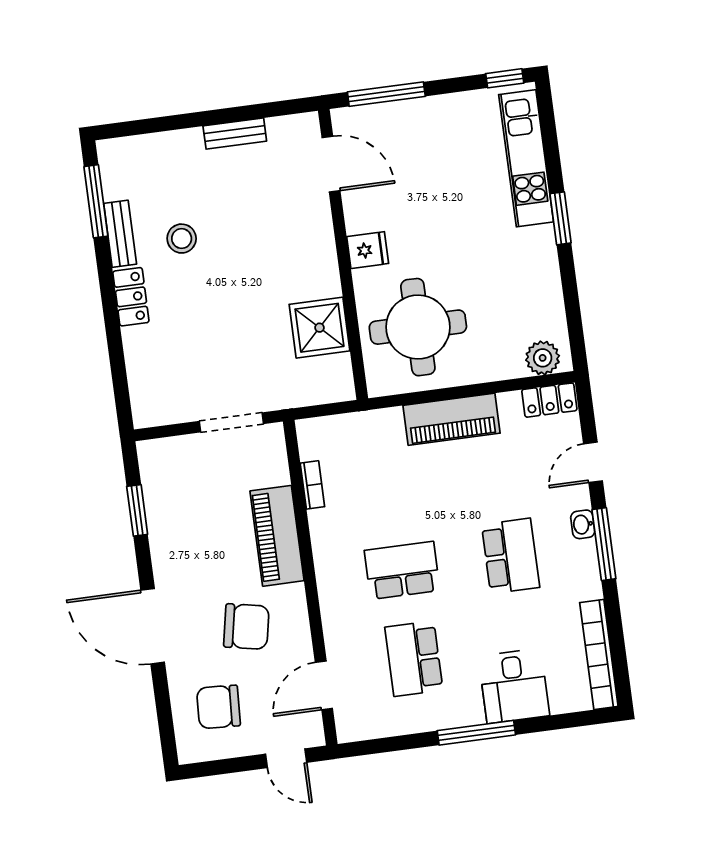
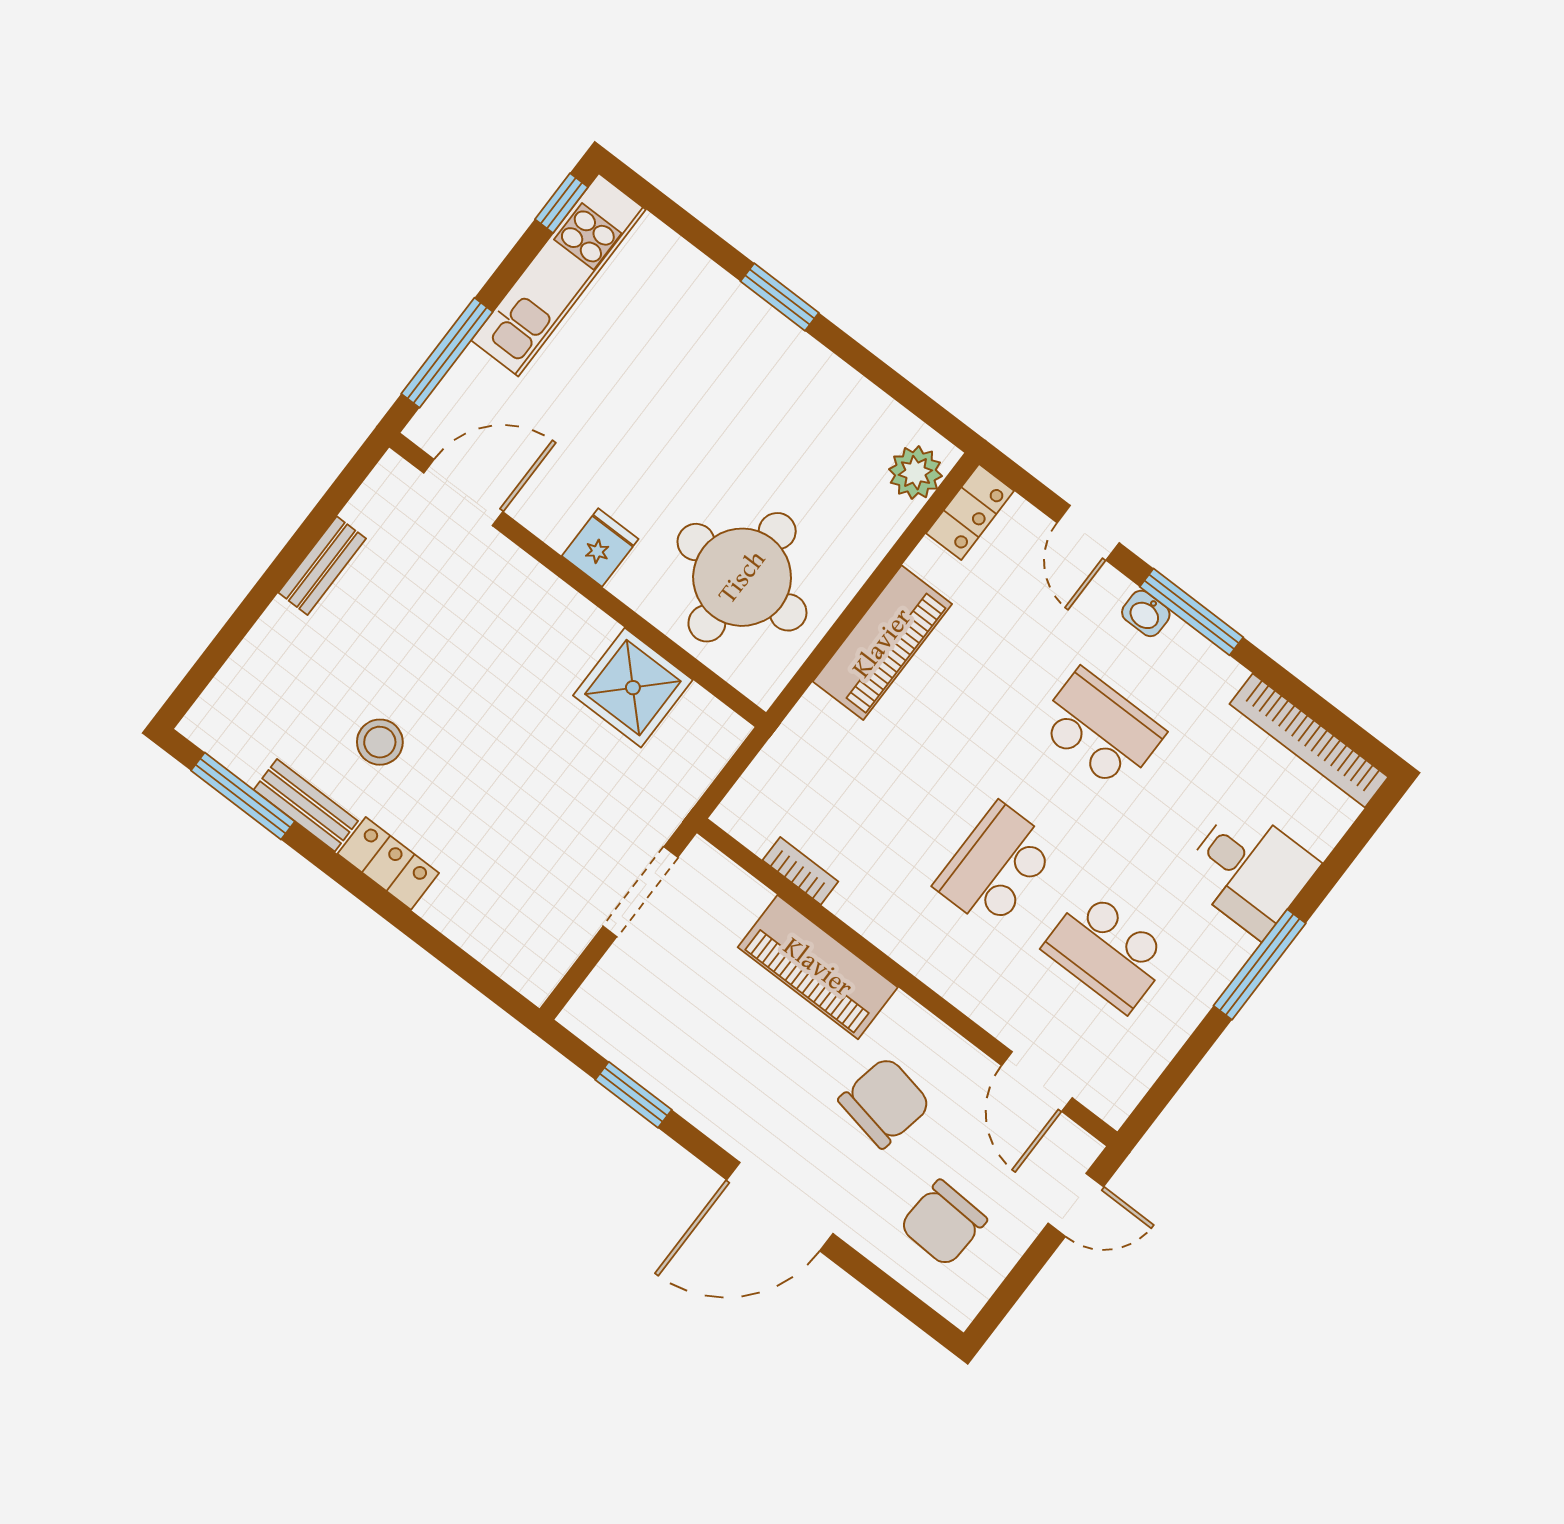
kitchen unit: (526, 158) -> (558, 275), moved, turned -90

